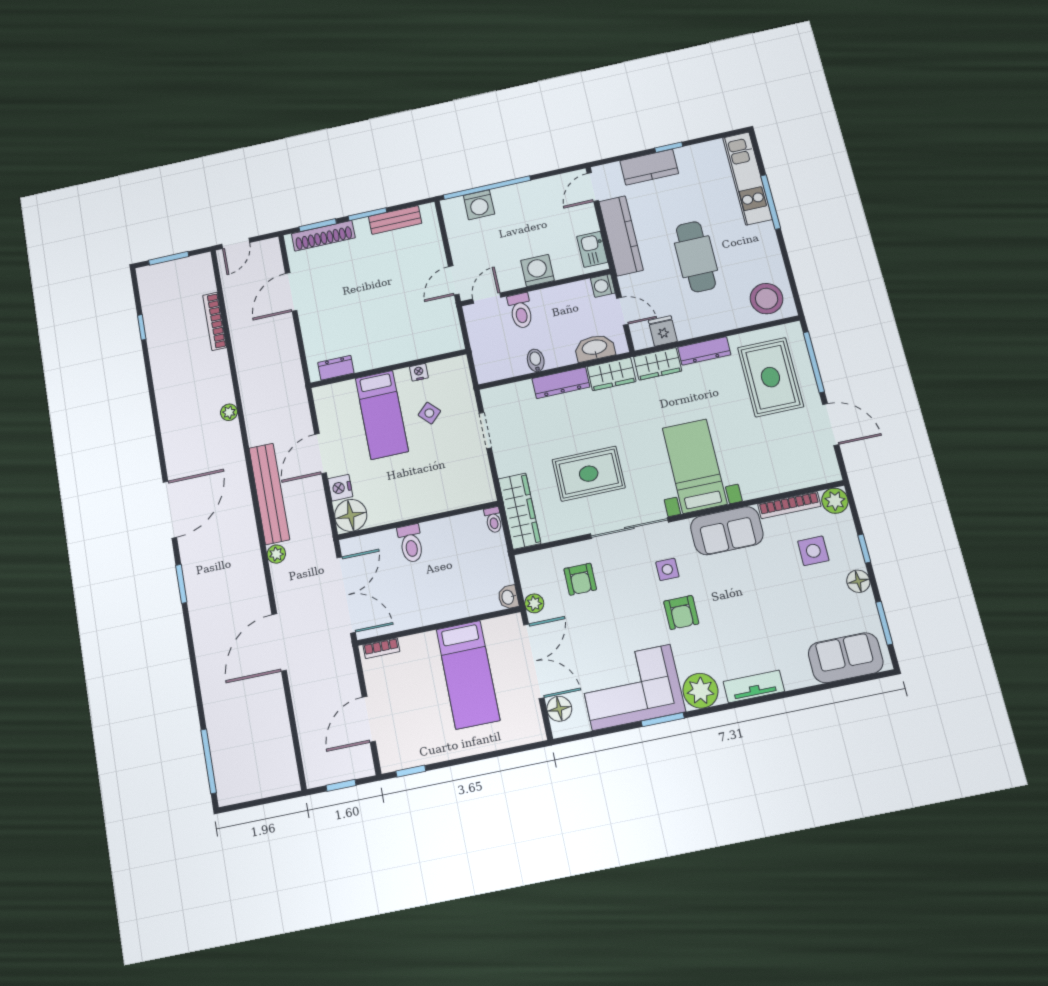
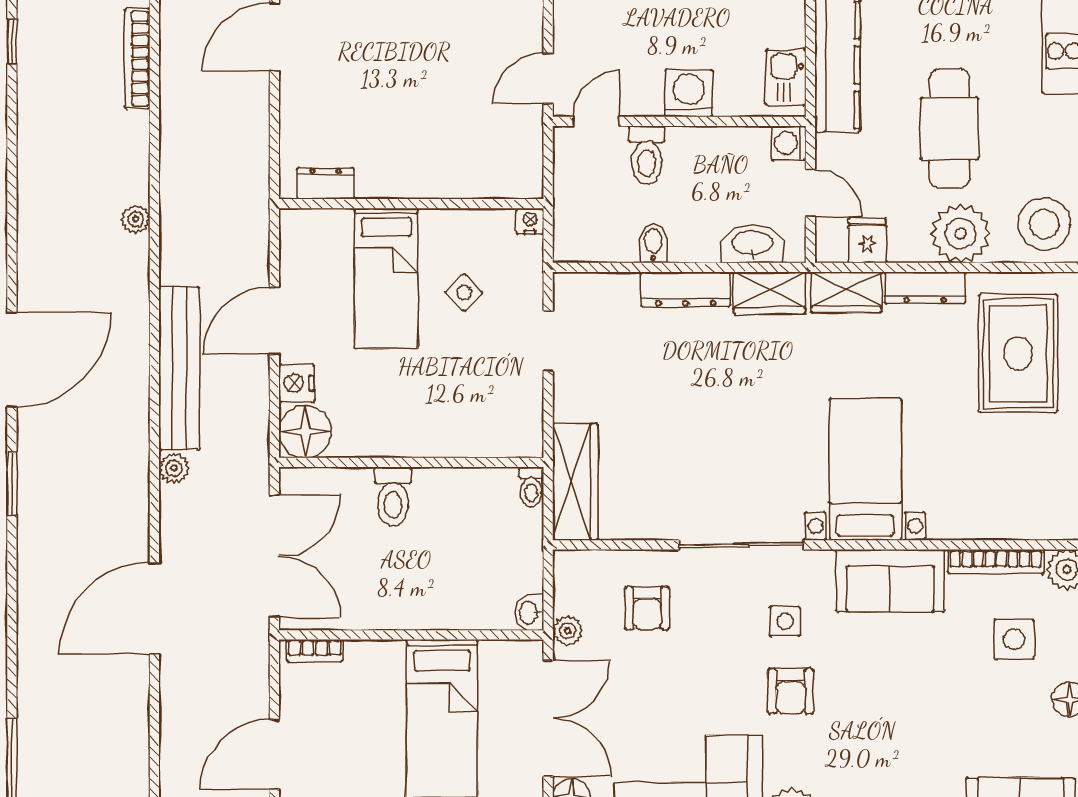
plant: (718, 315) -> (961, 234), added
nightstand: (419, 372) -> (530, 221), moved
rug: (589, 474) -> (697, 446), removed

